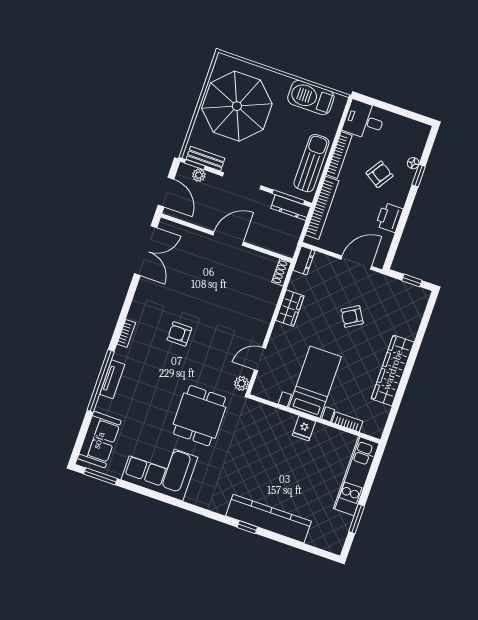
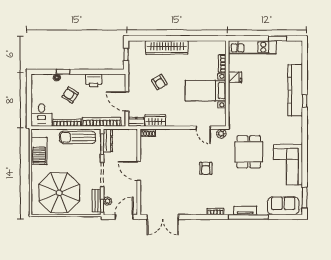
double door: (146, 251) -> (163, 217), swing flipped
door: (356, 263) -> (127, 101), moved
wardrobe: (290, 308) -> (155, 121), moved
armchair: (179, 334) -> (206, 168), moved
wardrobe: (393, 370) -> (167, 47), moved
dining table: (199, 416) -> (249, 152), turned 90
fridge: (304, 428) -> (235, 77), moved

